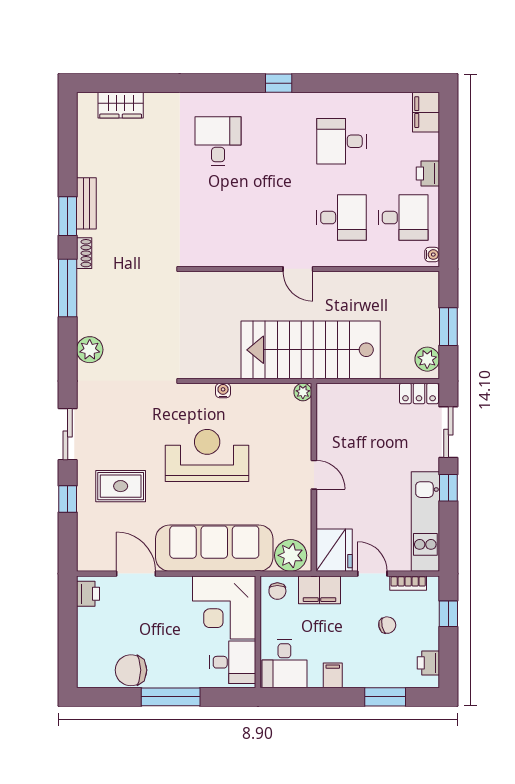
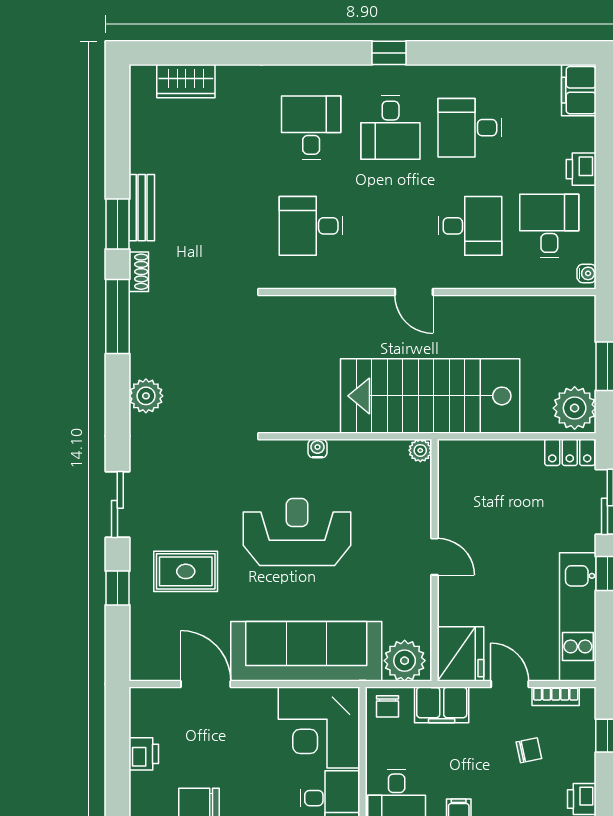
desk: (280, 141) -> (391, 128), added
desk: (218, 218) -> (311, 226), added
desk: (403, 218) -> (549, 226), turned -90
plant: (427, 359) -> (575, 408), width x1.36, depth x1.36
printer: (88, 594) -> (144, 754), moved

